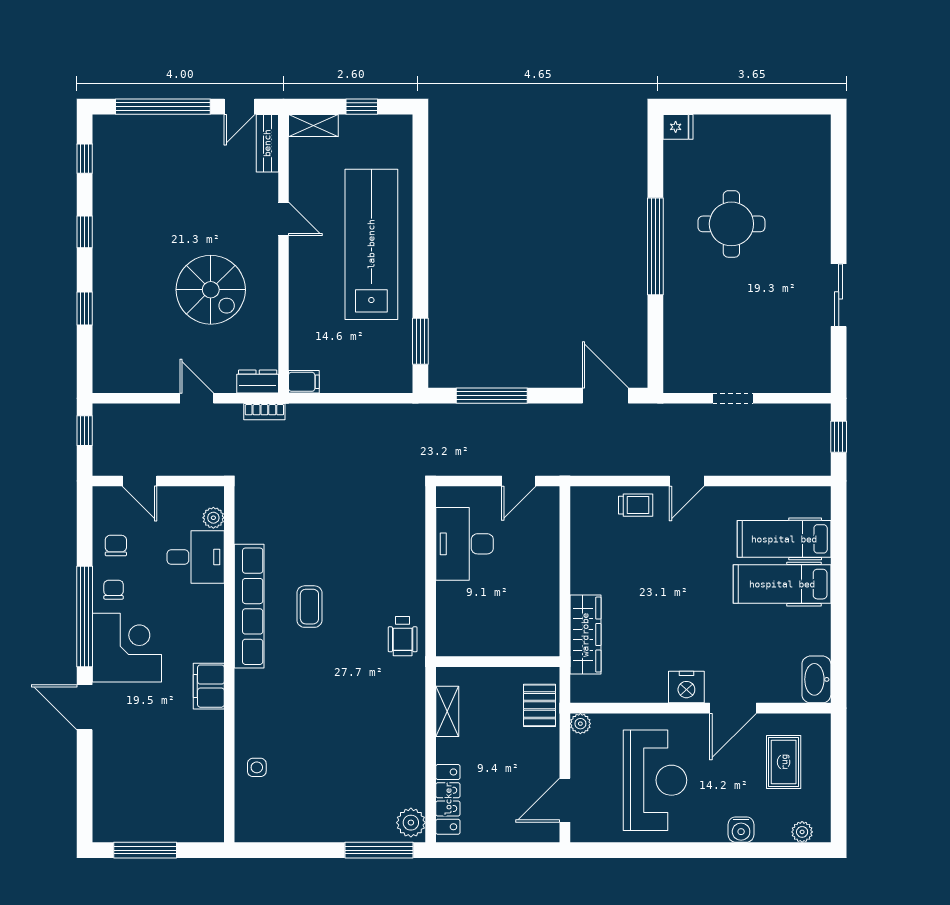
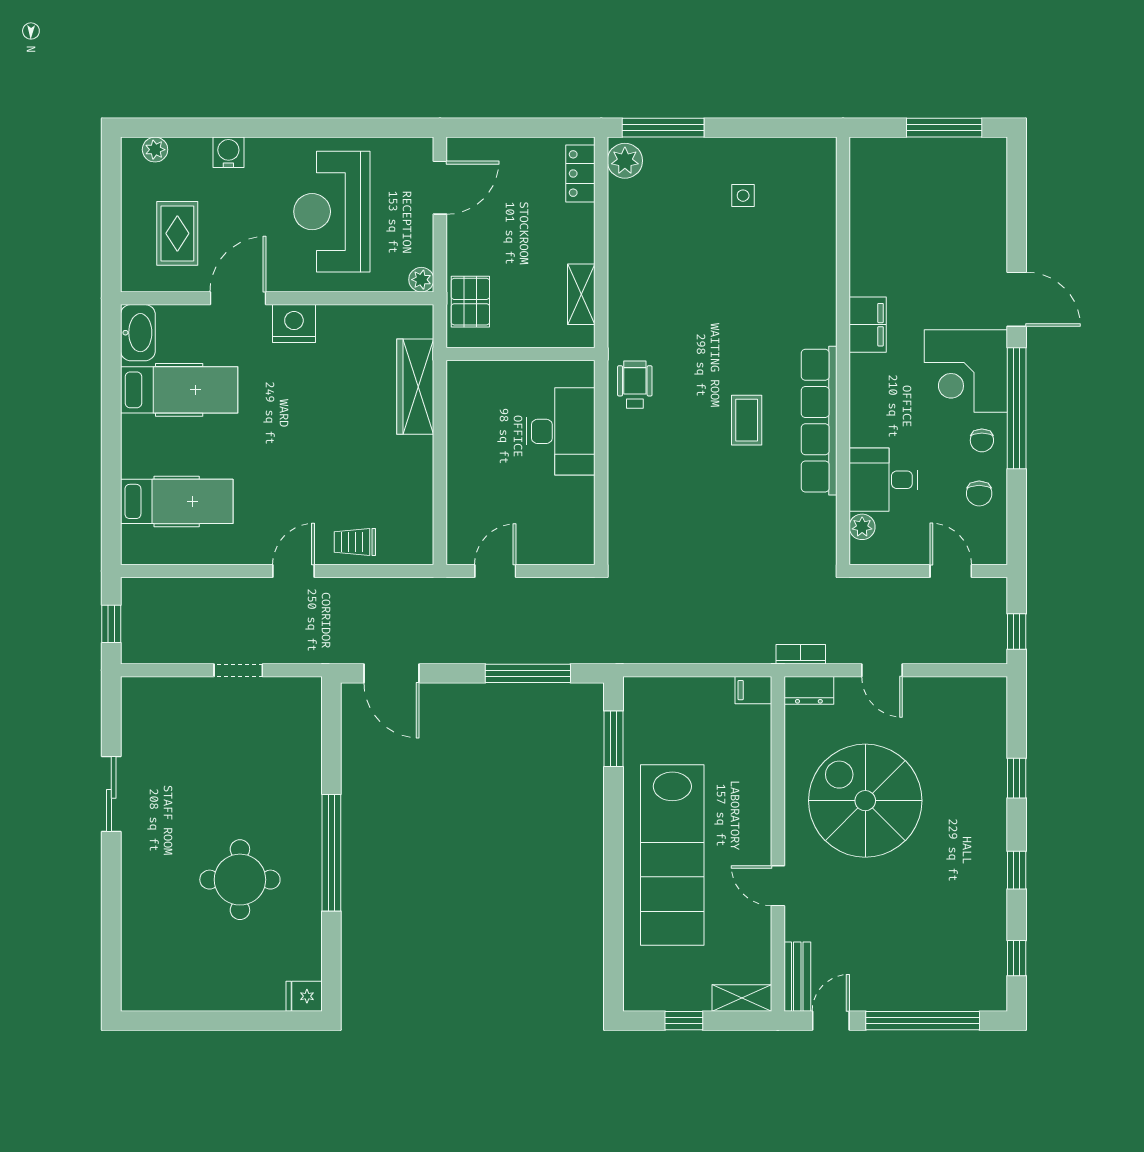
spiral stairs: (211, 290) -> (865, 801), width x1.37, depth x1.37
desk: (464, 544) -> (560, 431), moved
hospital bed: (782, 584) -> (179, 390), moved
side table: (257, 767) -> (743, 196), moved
locker: (448, 799) -> (580, 174), width x0.66

